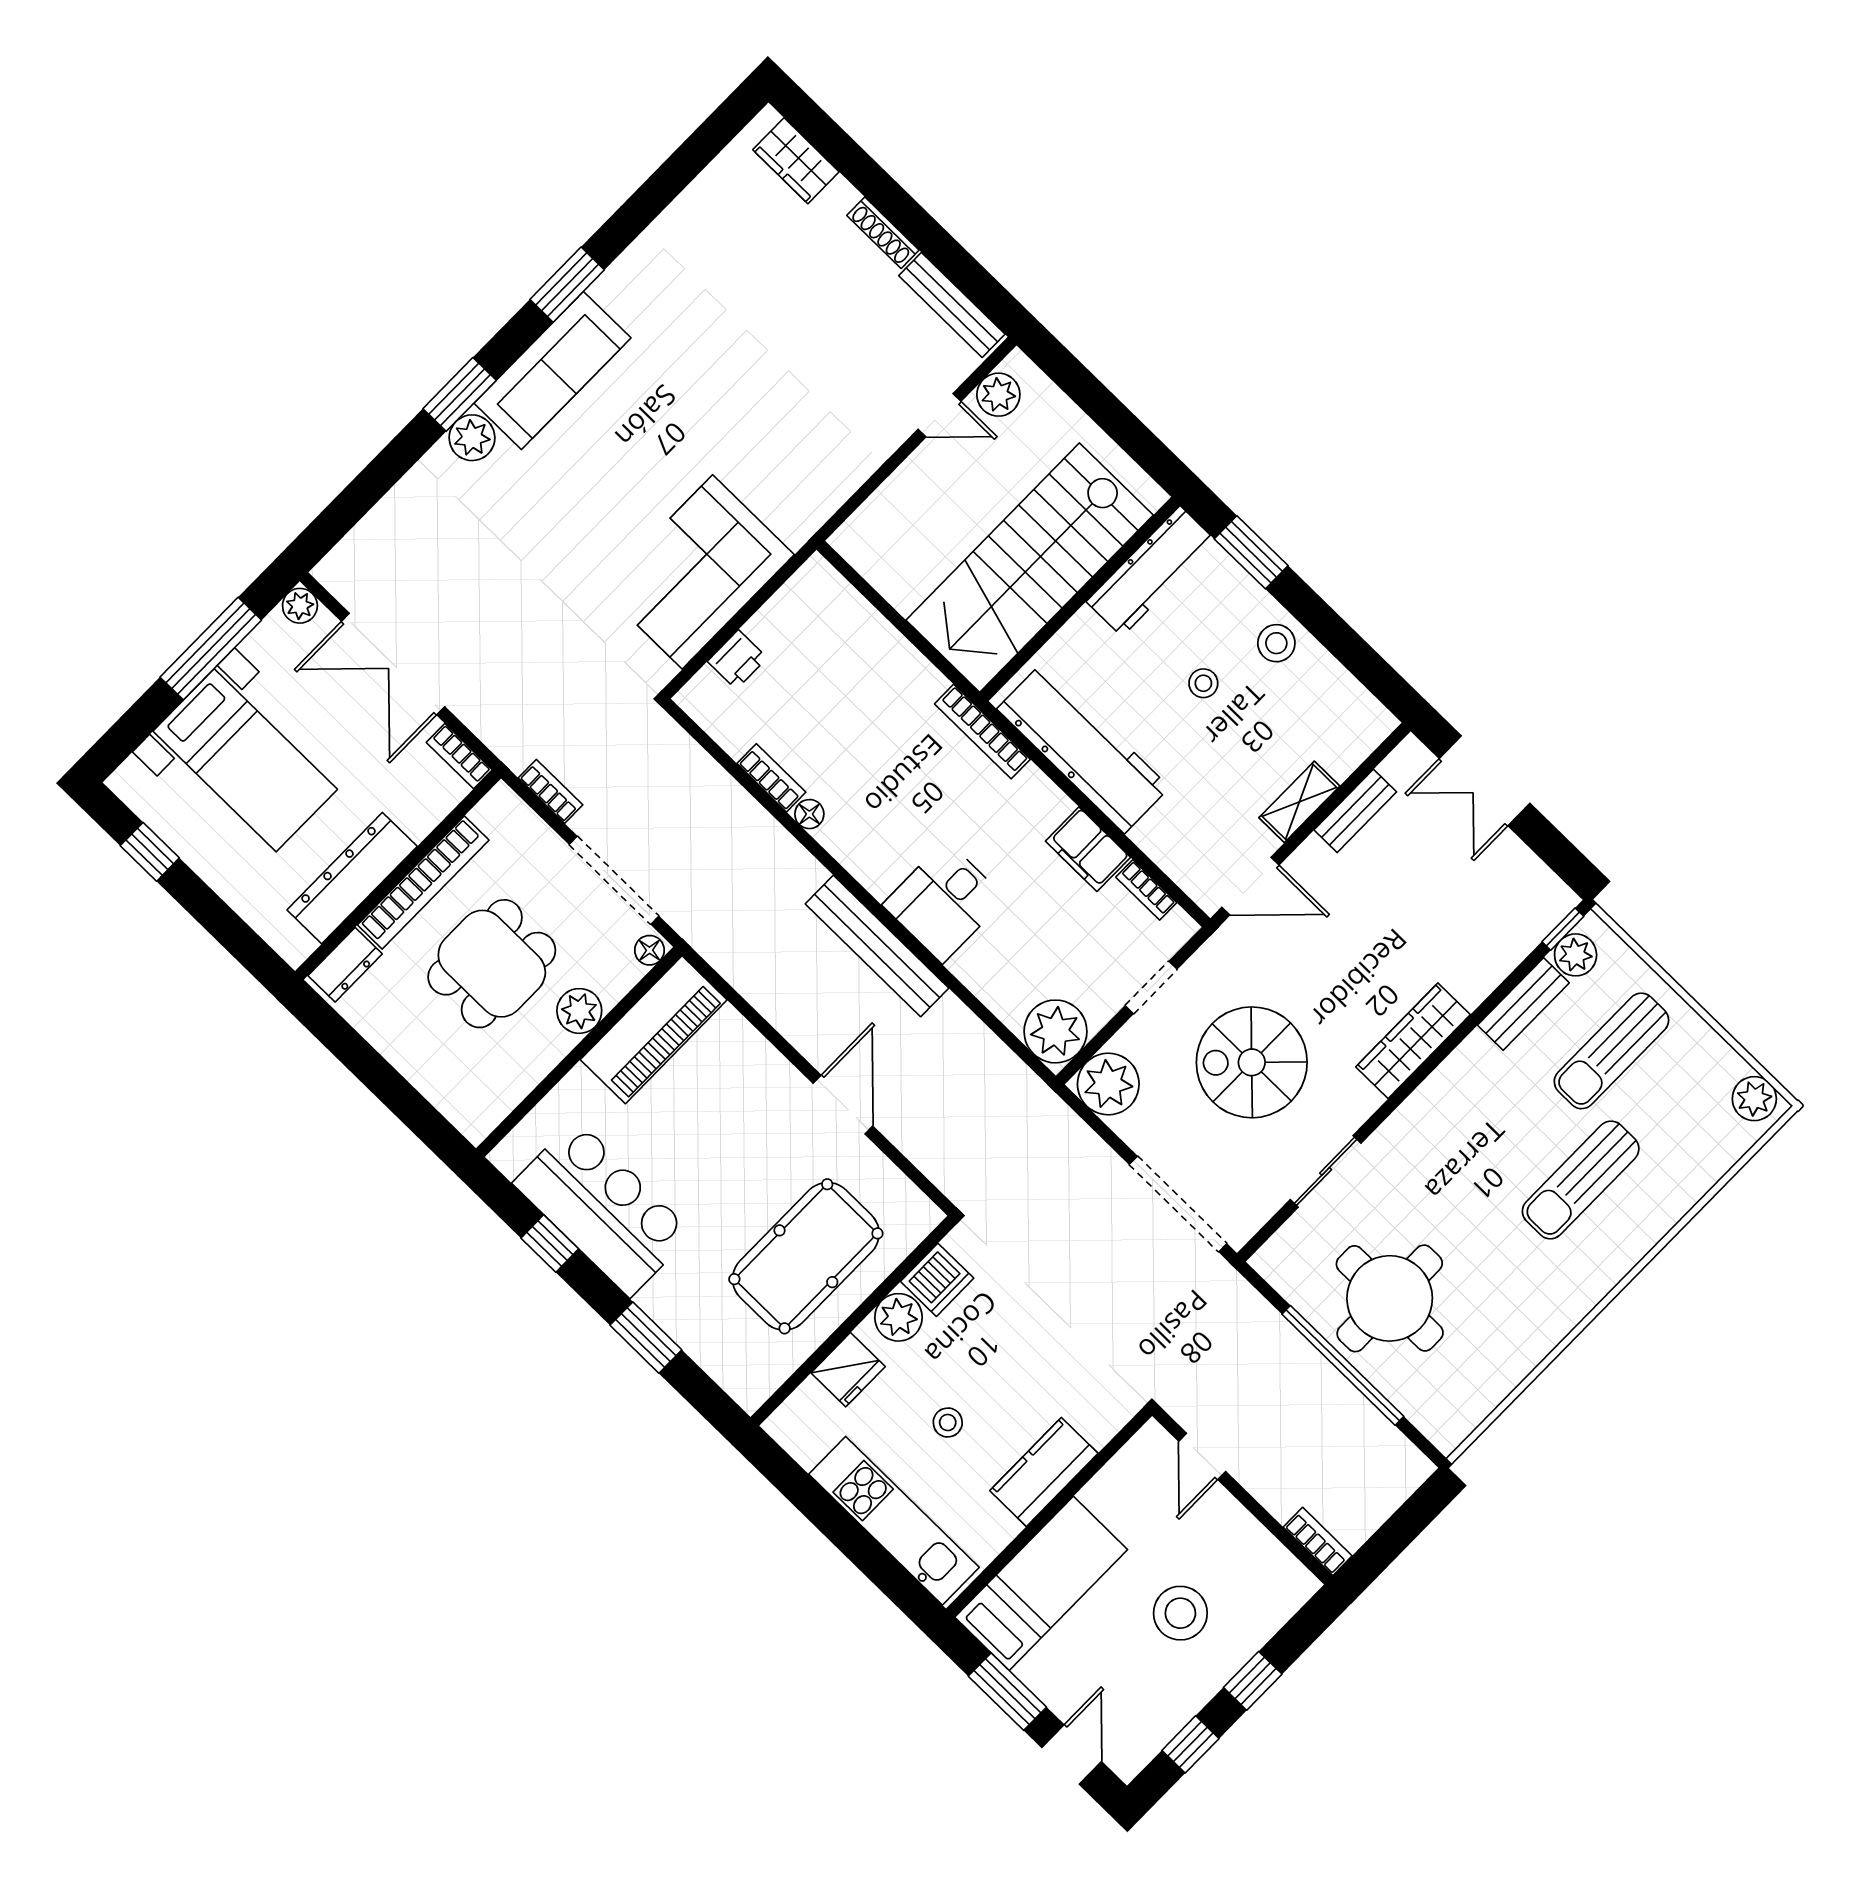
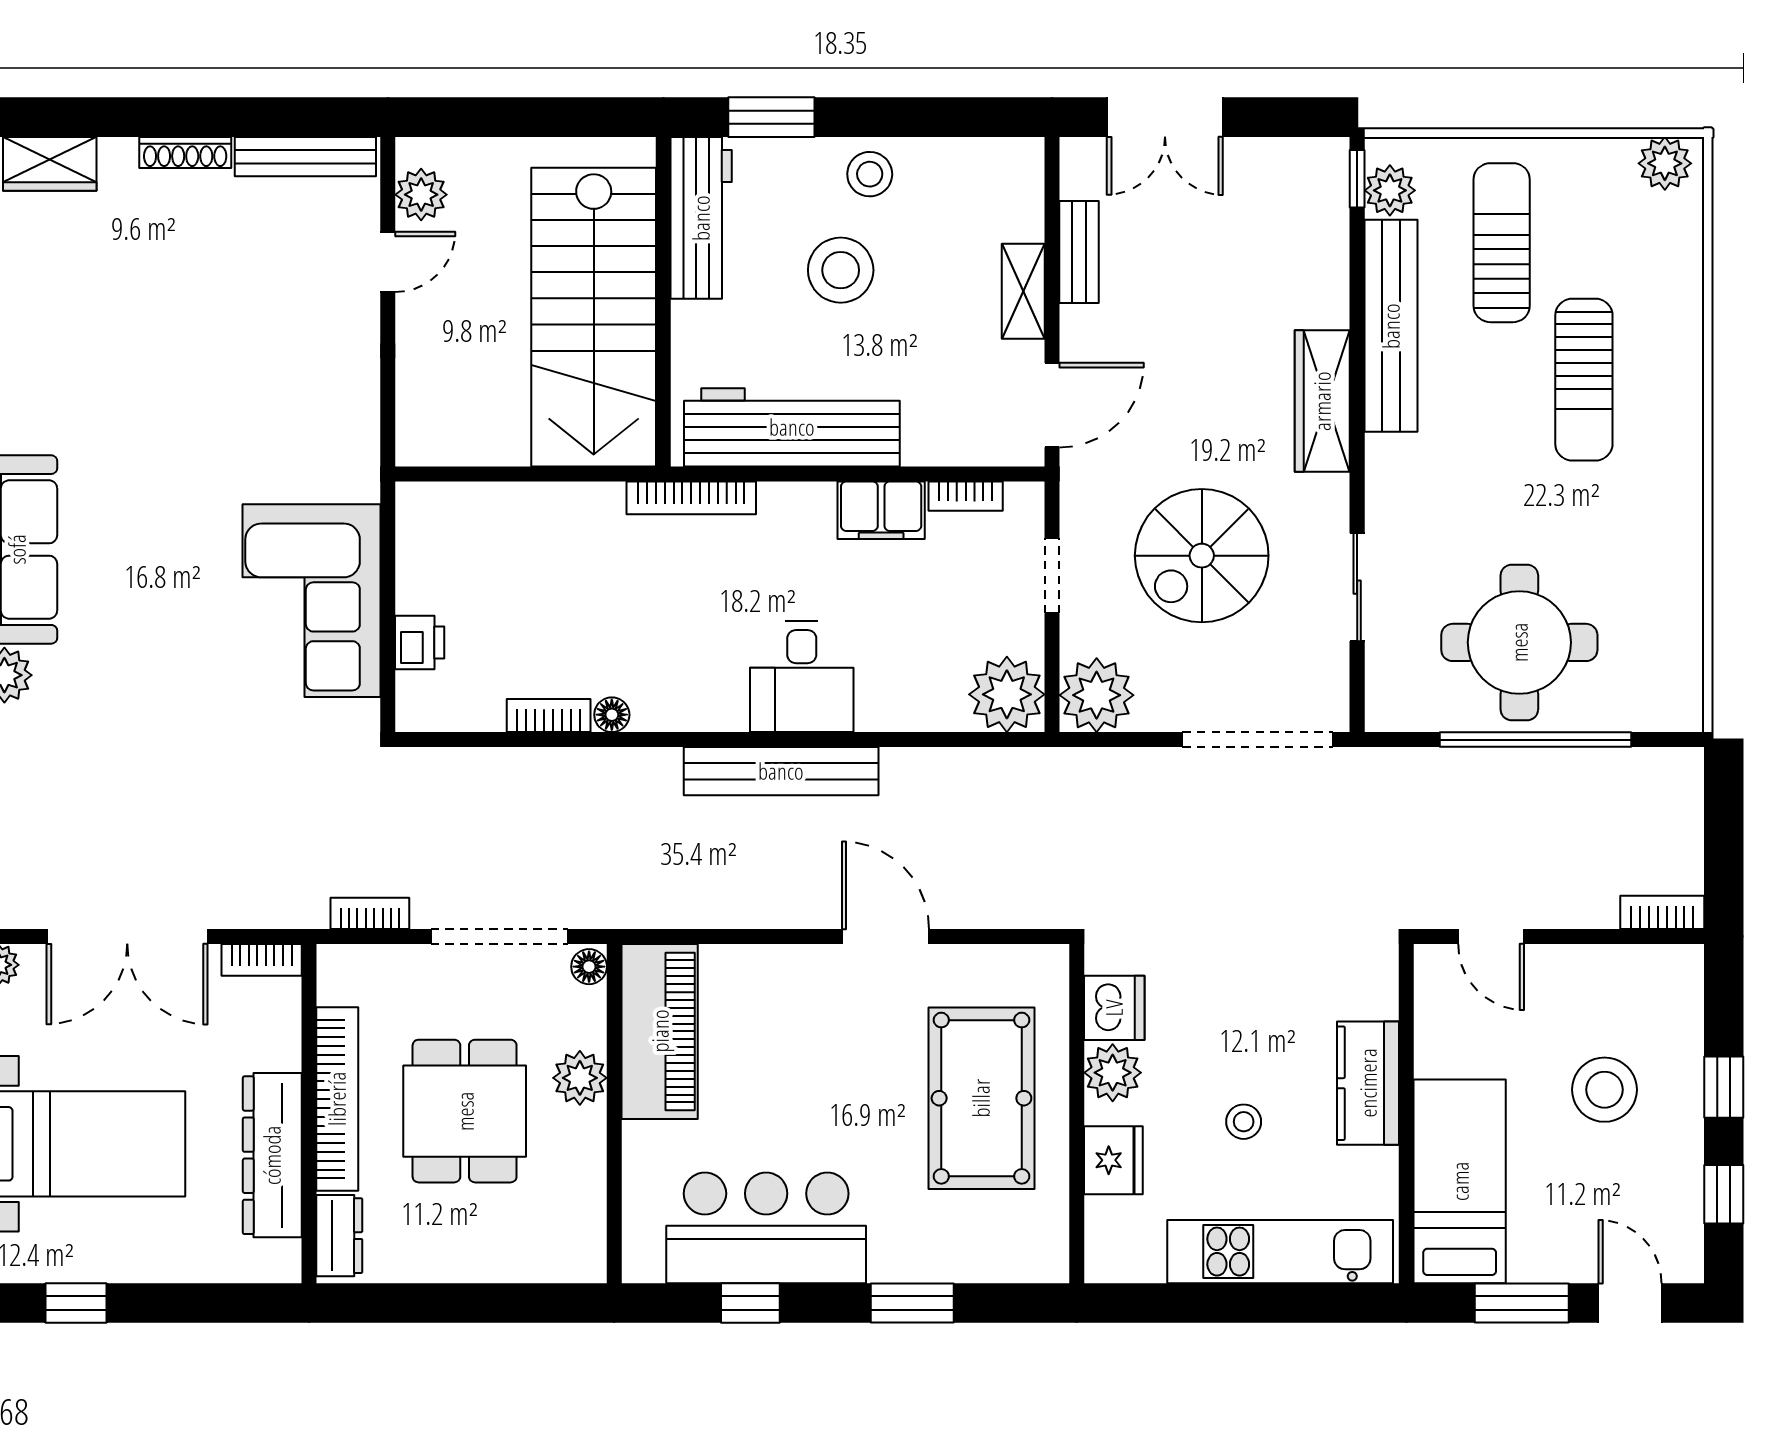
stool: (1203, 683) -> (841, 270), width x1.89, depth x1.89
bench: (1523, 1004) -> (1391, 326), width x1.86, depth x1.21
sun lounger: (1611, 1051) -> (1502, 243), turned 180

